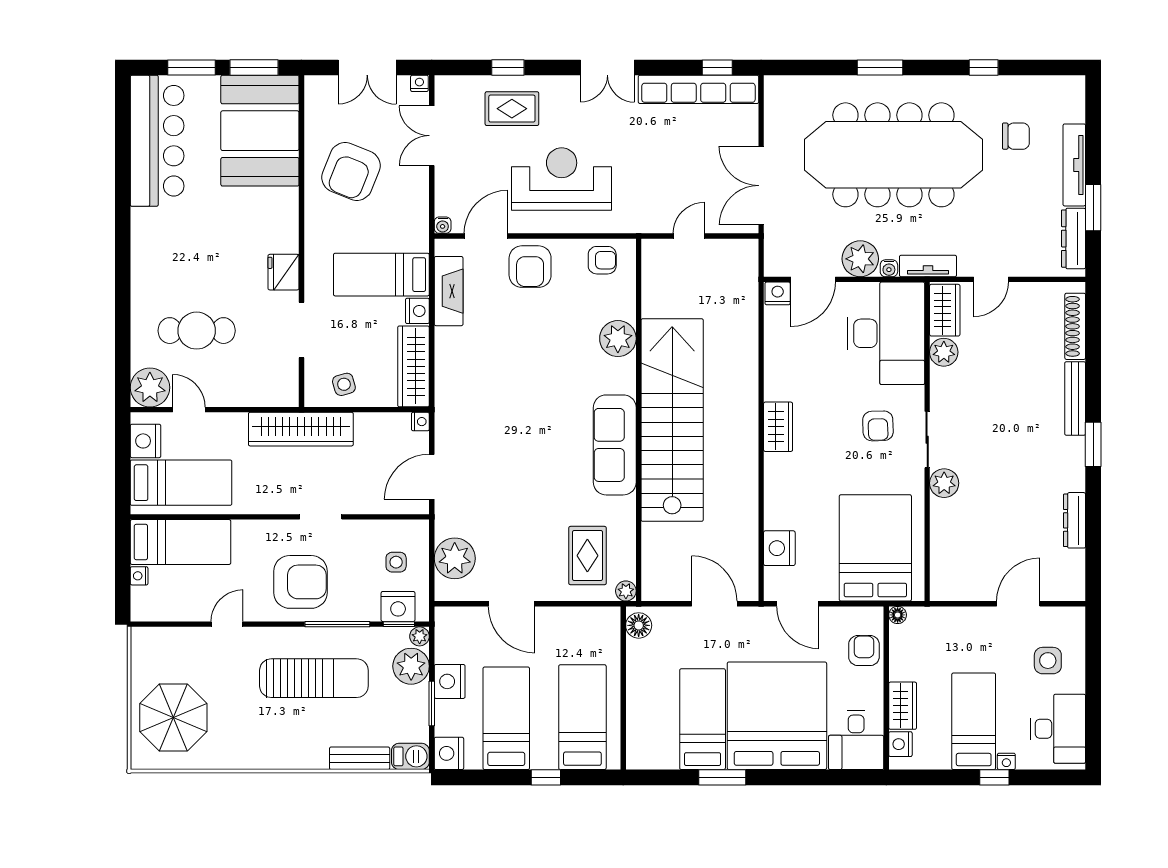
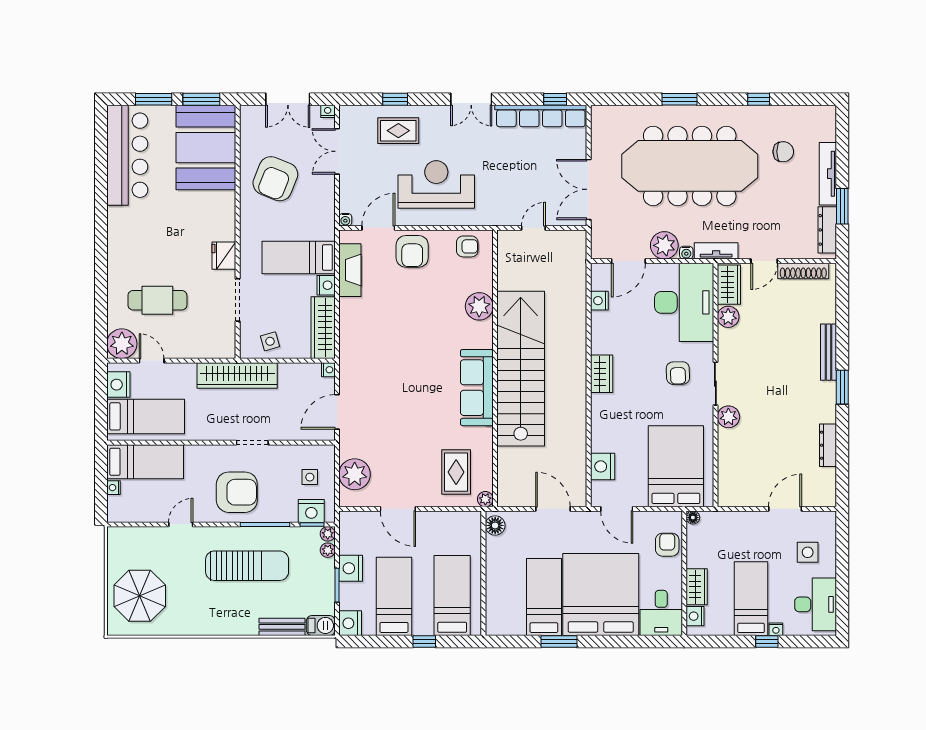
nightstand: (778, 293) -> (599, 301), moved, turned -90
shoe rack: (1075, 326) -> (803, 271), moved, turned -90
plant: (411, 666) -> (328, 550), width x0.53, depth x0.53

